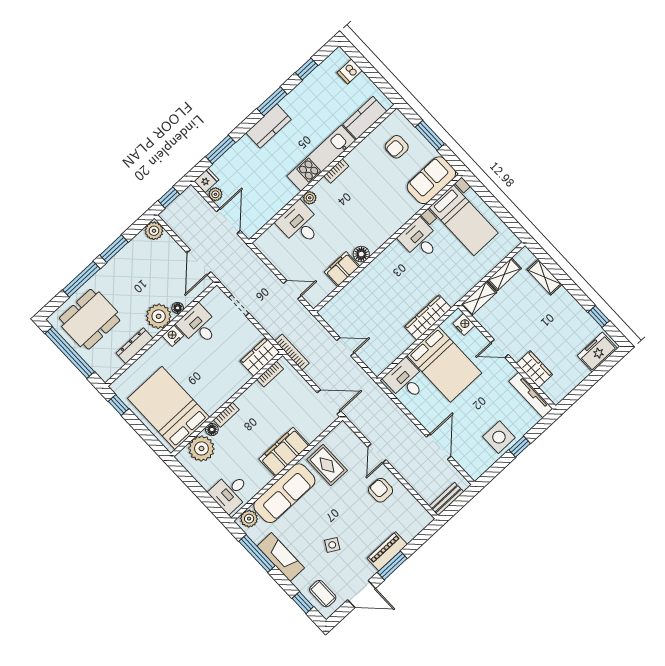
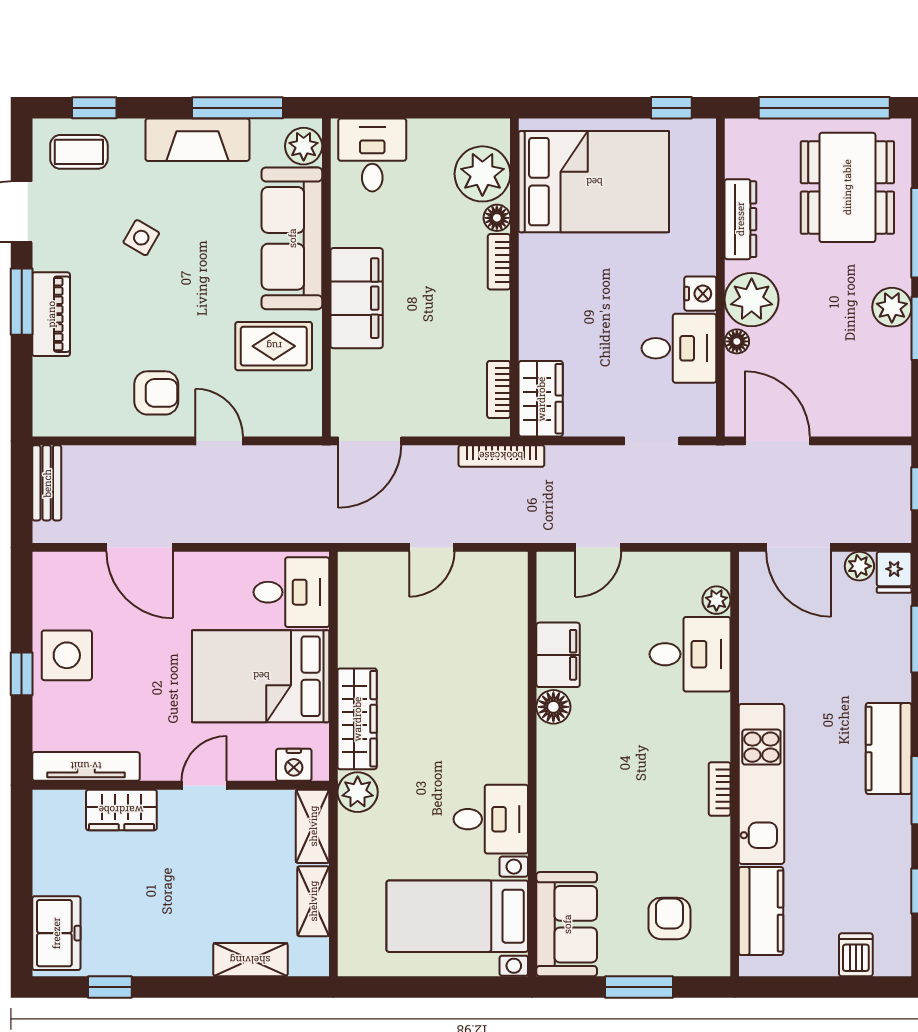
plant: (310, 198) -> (716, 600), moved
plant: (154, 231) -> (892, 307), moved
plant: (453, 294) -> (358, 792), added

